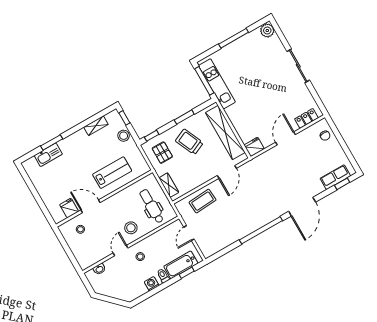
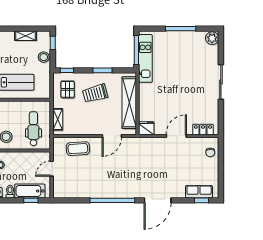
trolley: (189, 142) -> (95, 93), turned -81

